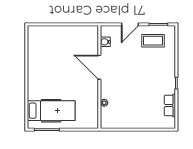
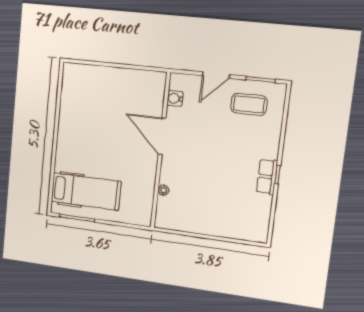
row of seats: (170, 106) -> (267, 177), moved

